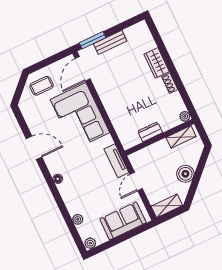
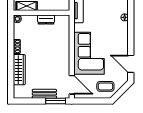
wardrobe: (157, 63) -> (19, 70), width x1.50
door: (83, 69) -> (72, 85), hinge flipped
door: (34, 148) -> (131, 64), moved

